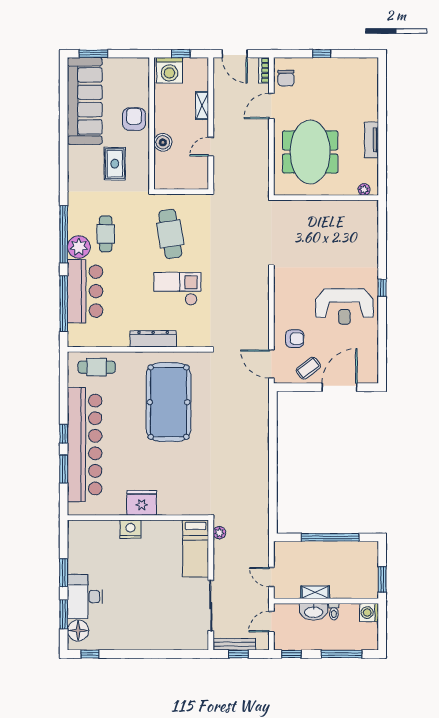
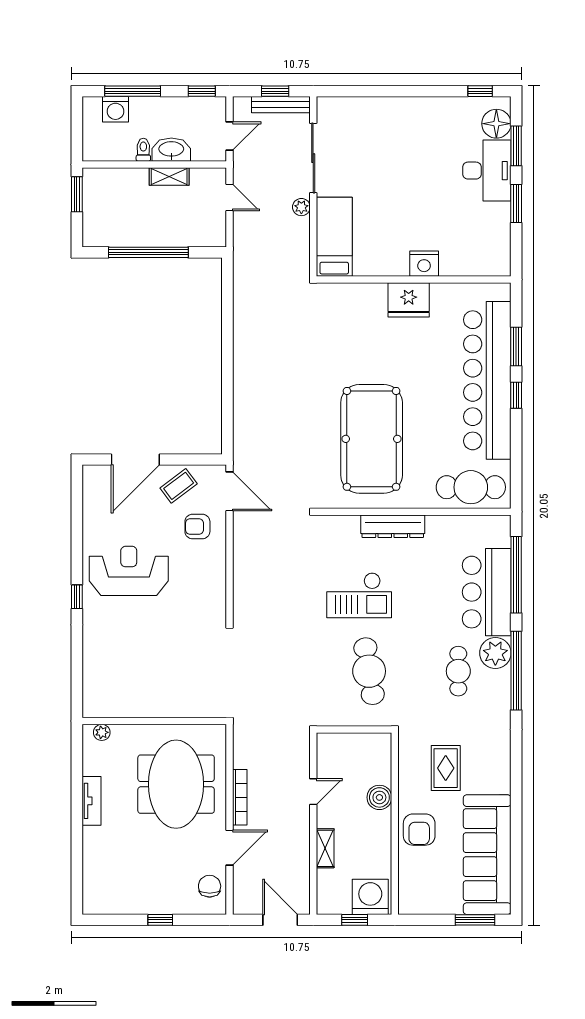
bookcase: (264, 70) -> (240, 797), moved, width x1.56
cafe table: (97, 367) -> (471, 487), width x1.37, depth x1.35
plant: (219, 533) -> (301, 207), moved
washing machine: (369, 613) -> (115, 109), moved, turned 90

